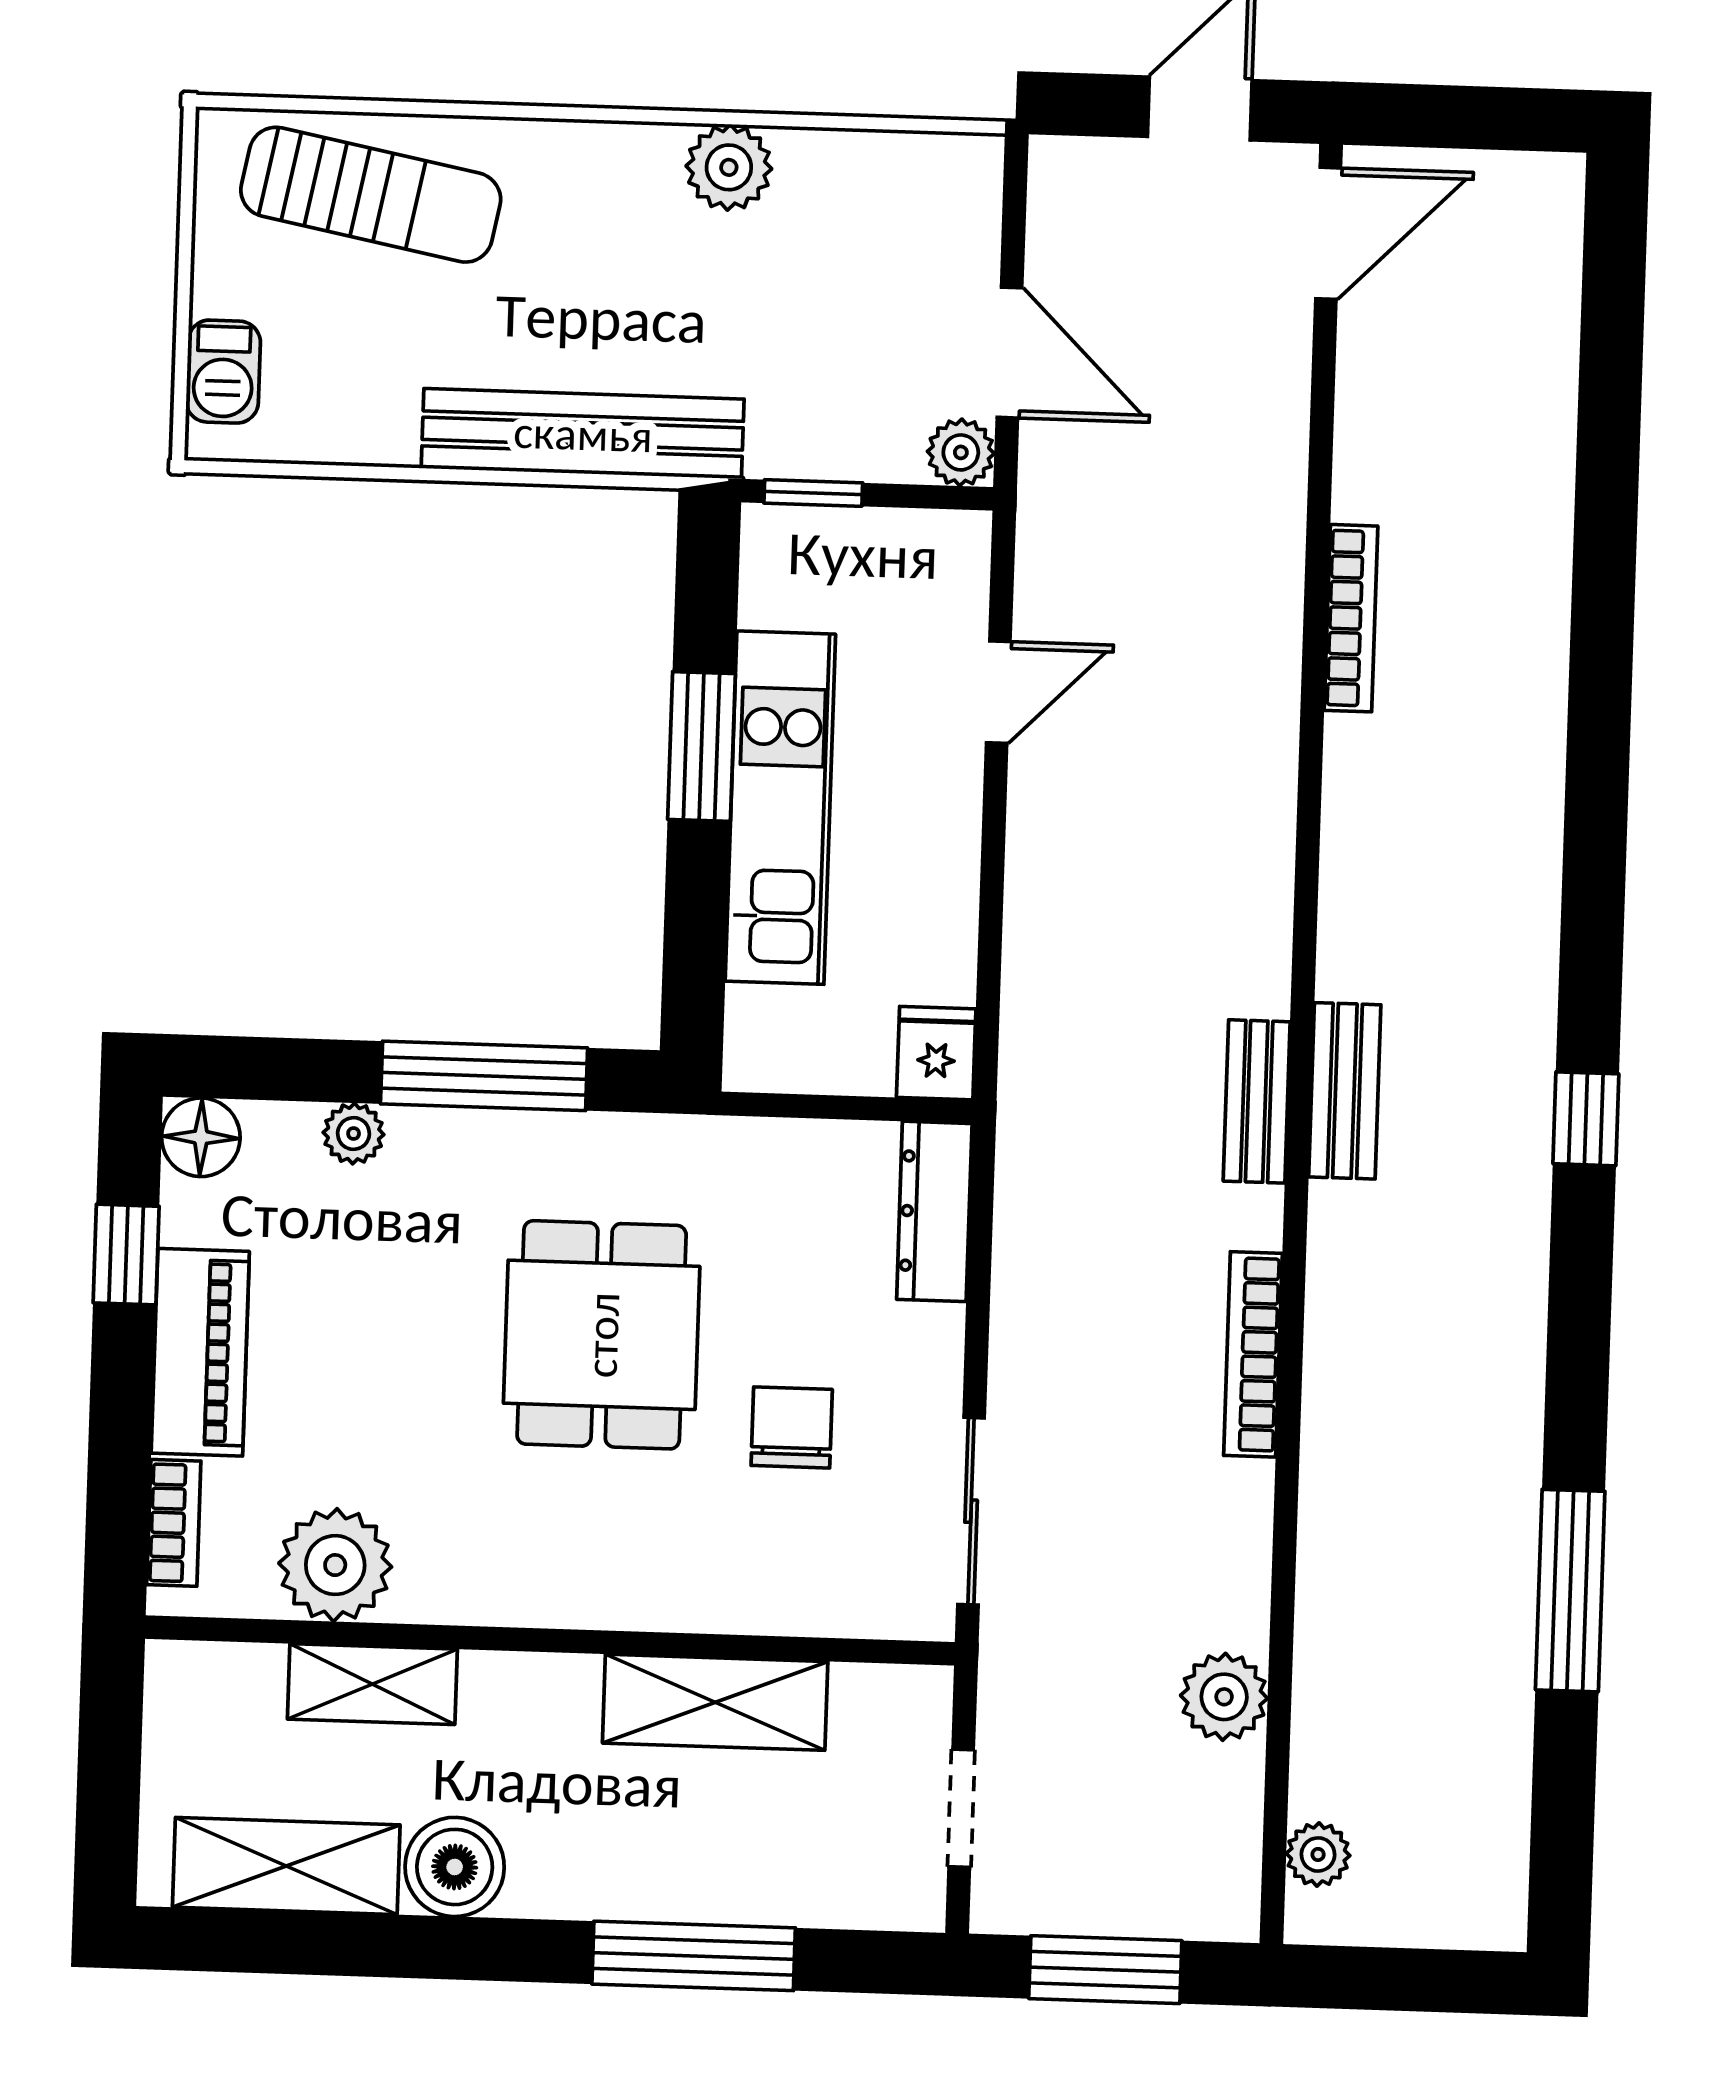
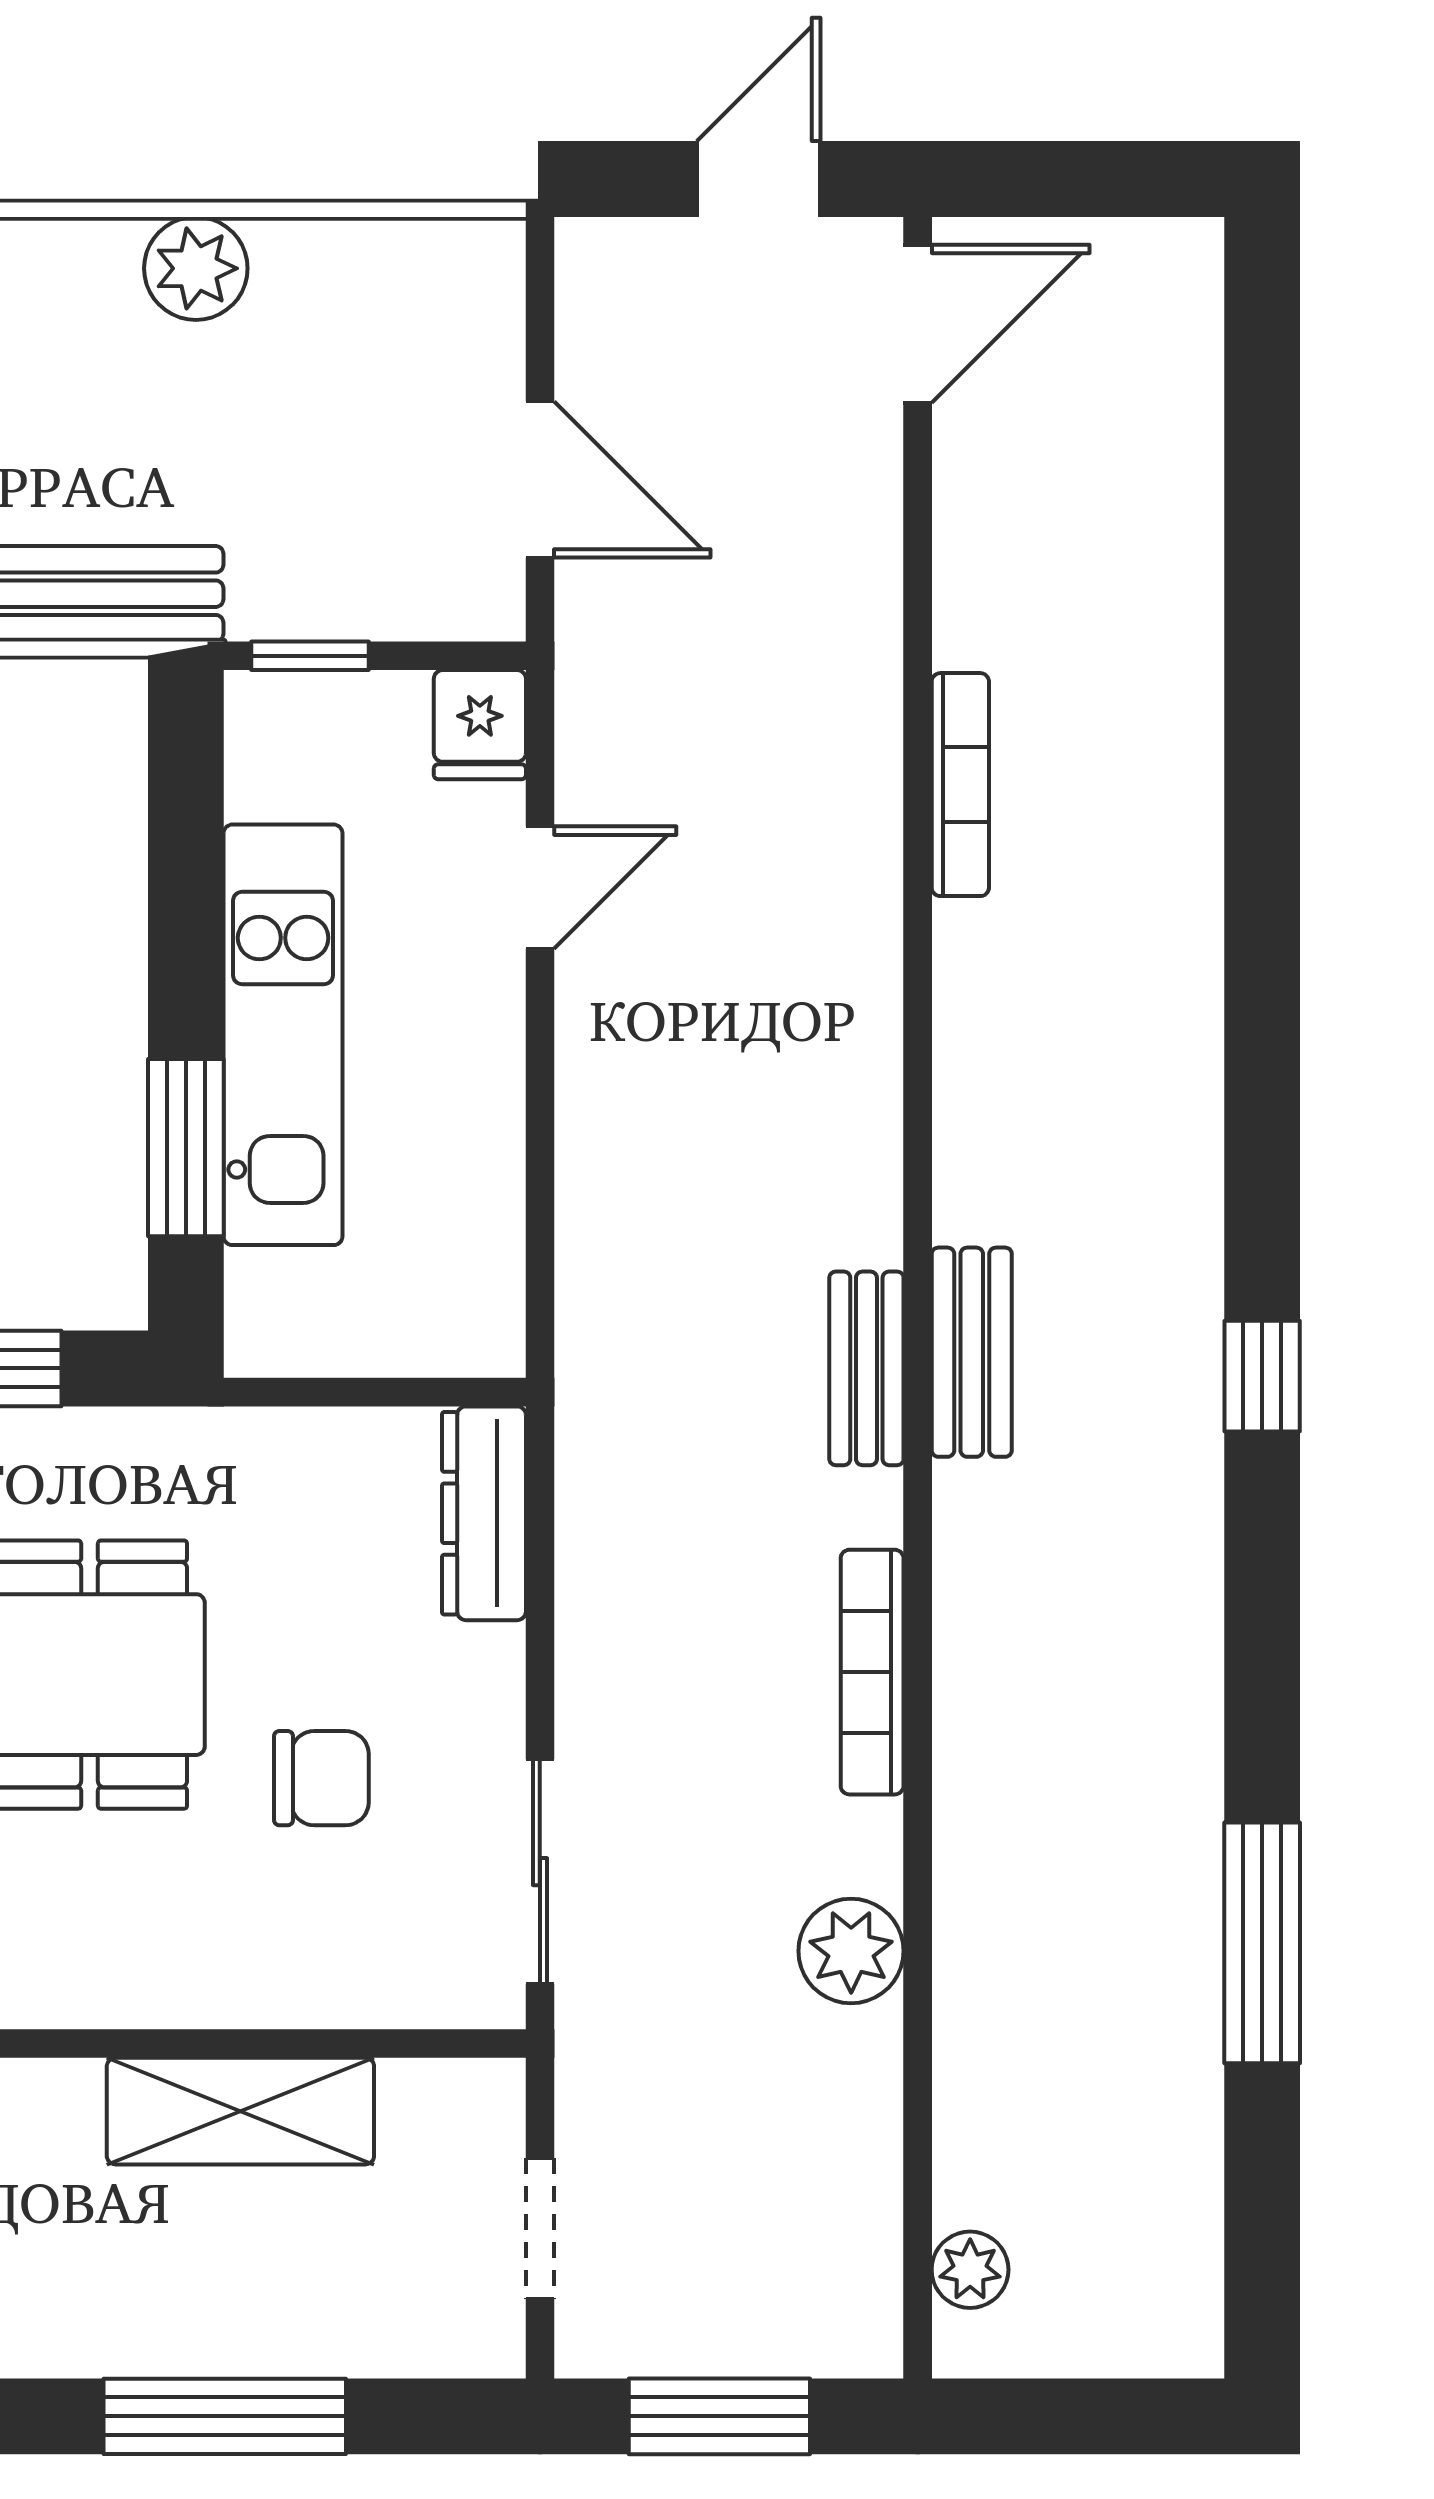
plant: (961, 452) -> (486, 601), removed
window: (701, 747) -> (186, 1148), moved
fridge: (936, 1053) -> (480, 725), moved, turned 180
chair: (792, 1427) -> (321, 1778), turned 90
plant: (1224, 1697) -> (851, 1951), moved

